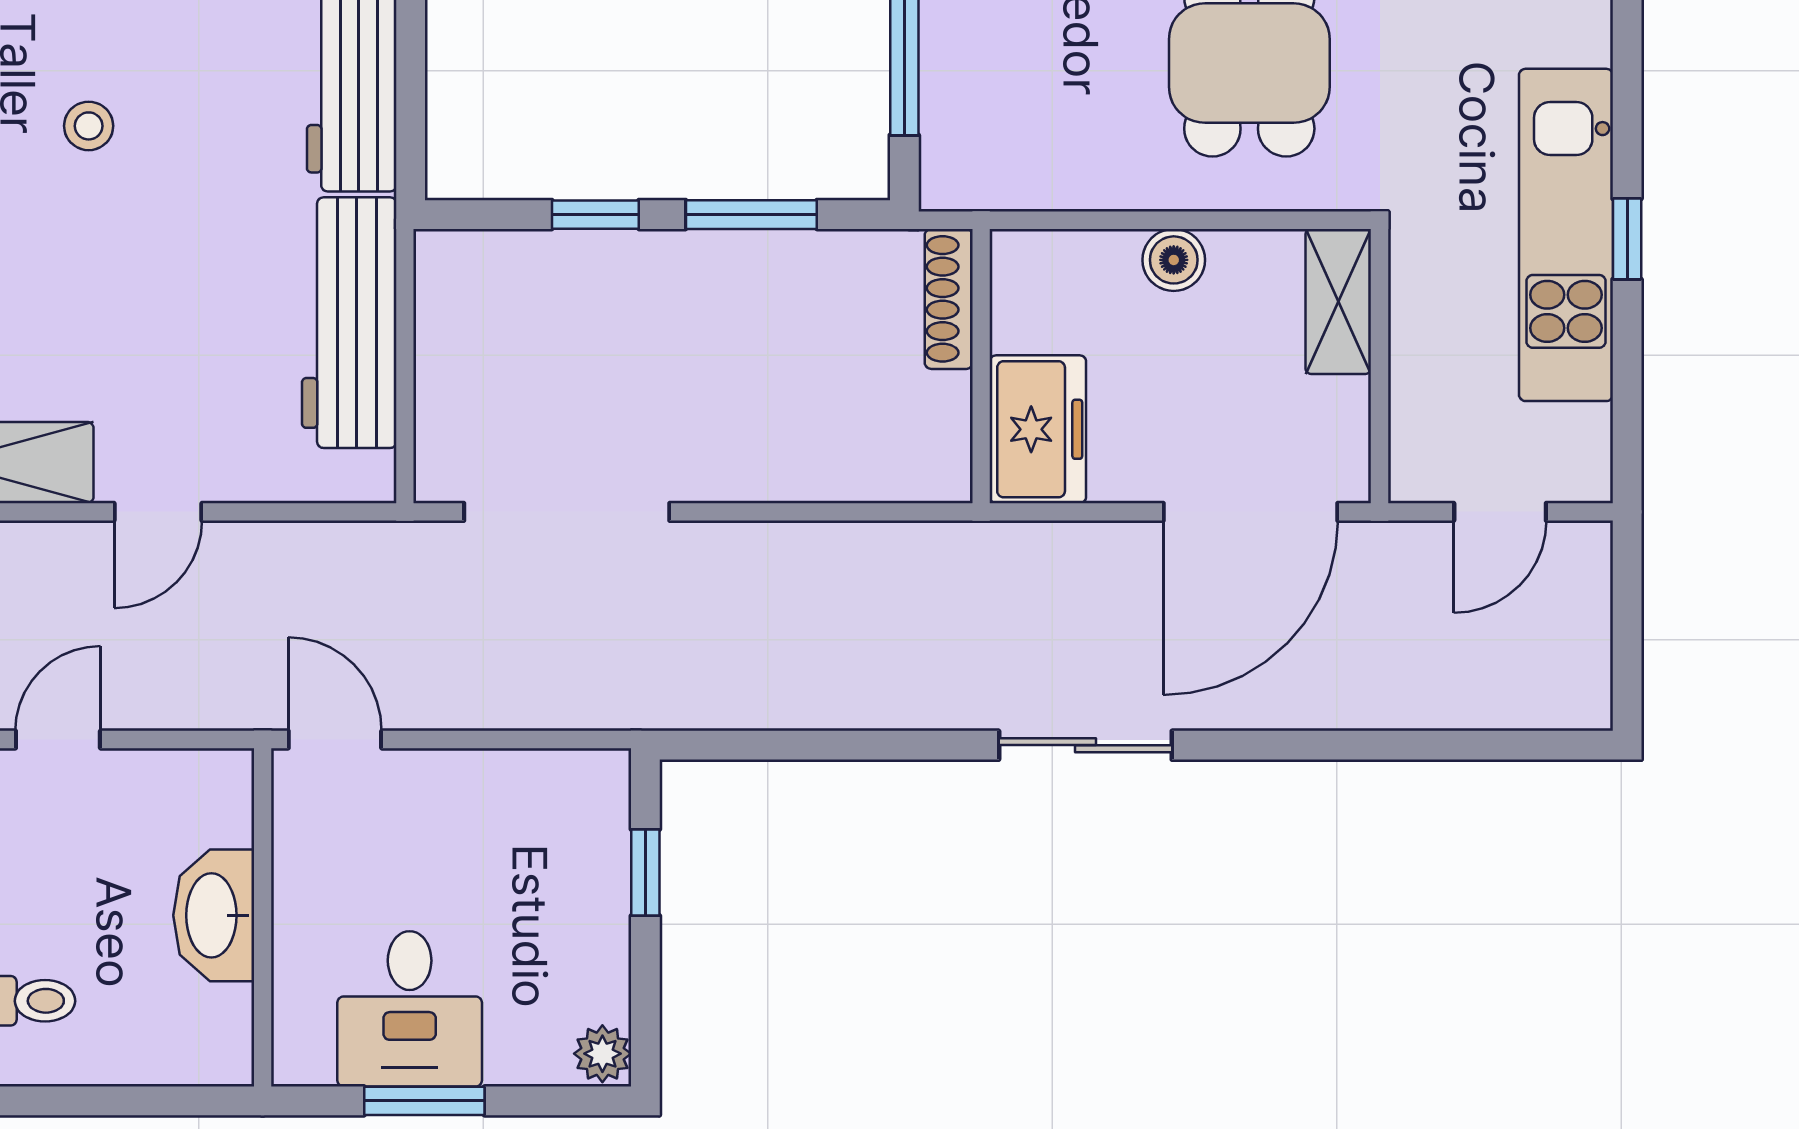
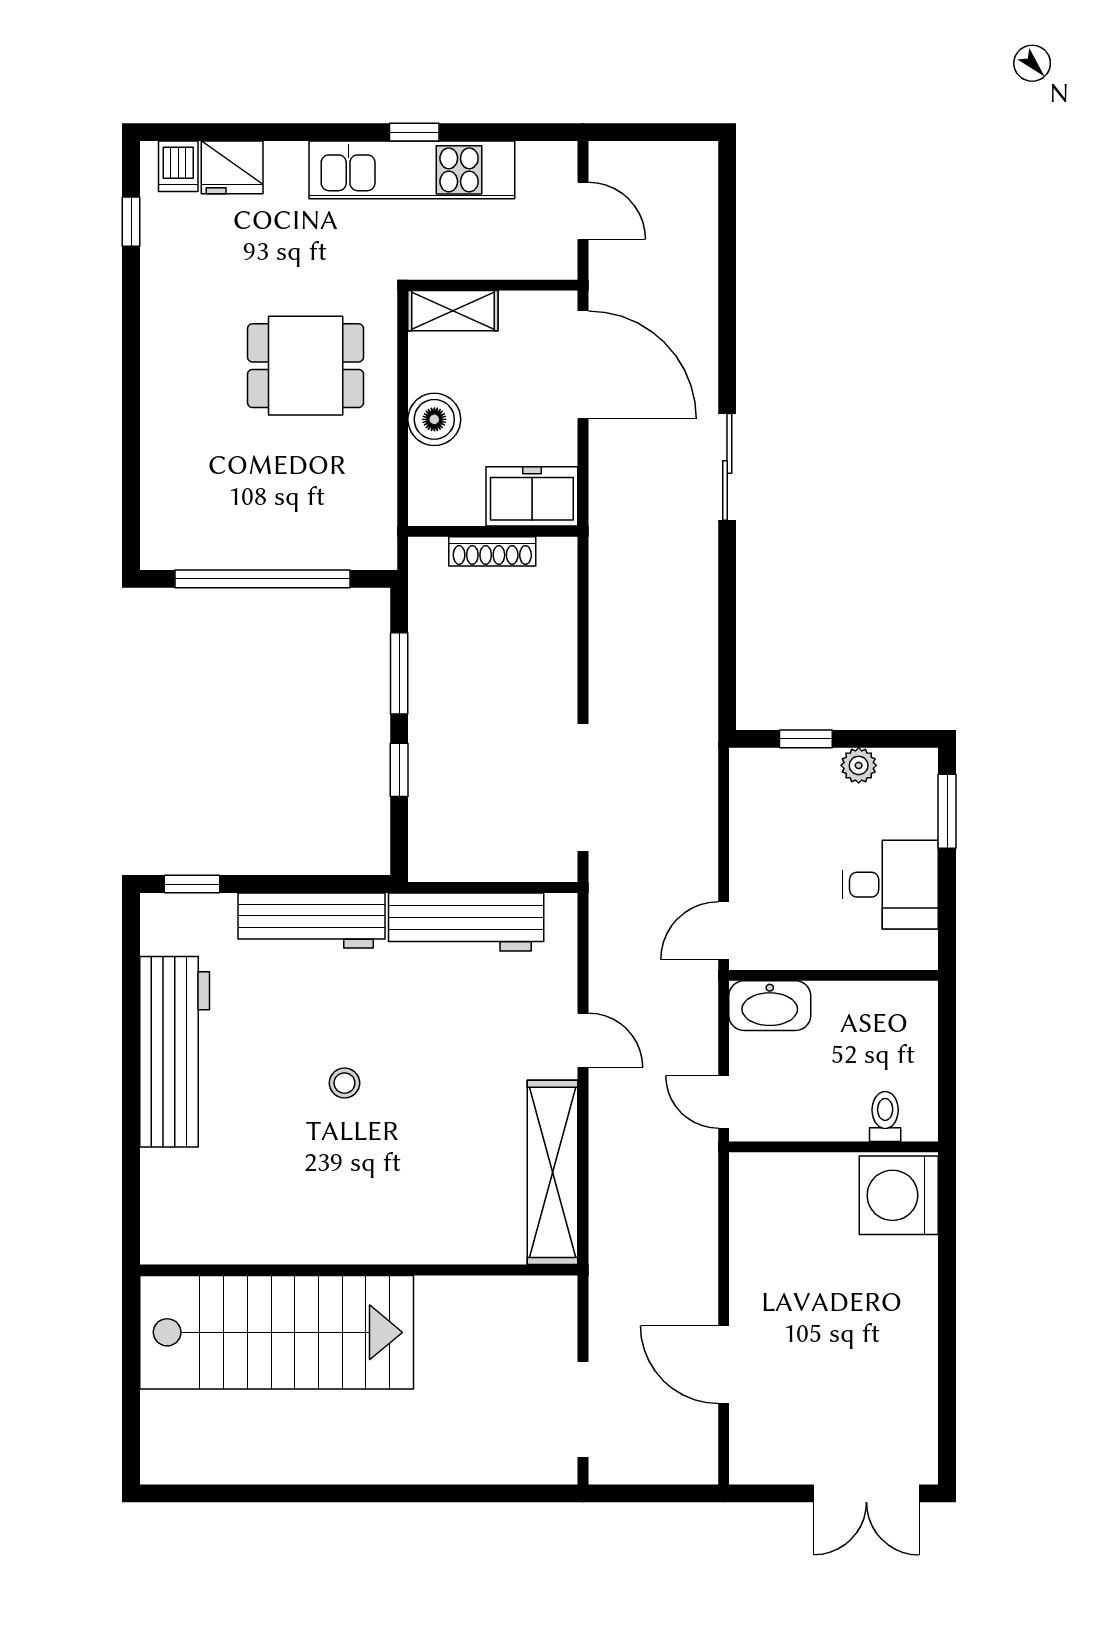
boiler: (1174, 260) -> (434, 419), width x1.36, depth x1.36
shoe rack: (949, 299) -> (492, 551), moved
washbasin: (214, 915) -> (770, 1006), moved
plant: (602, 1054) -> (859, 765), moved
window: (424, 1101) -> (947, 811), moved

